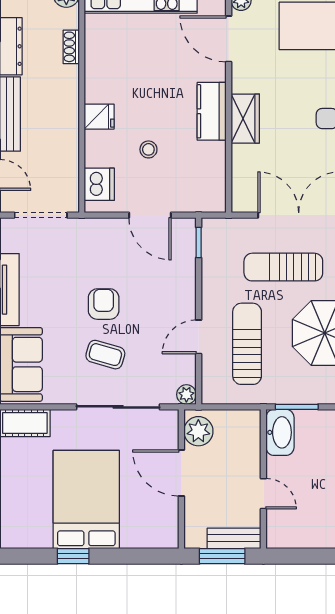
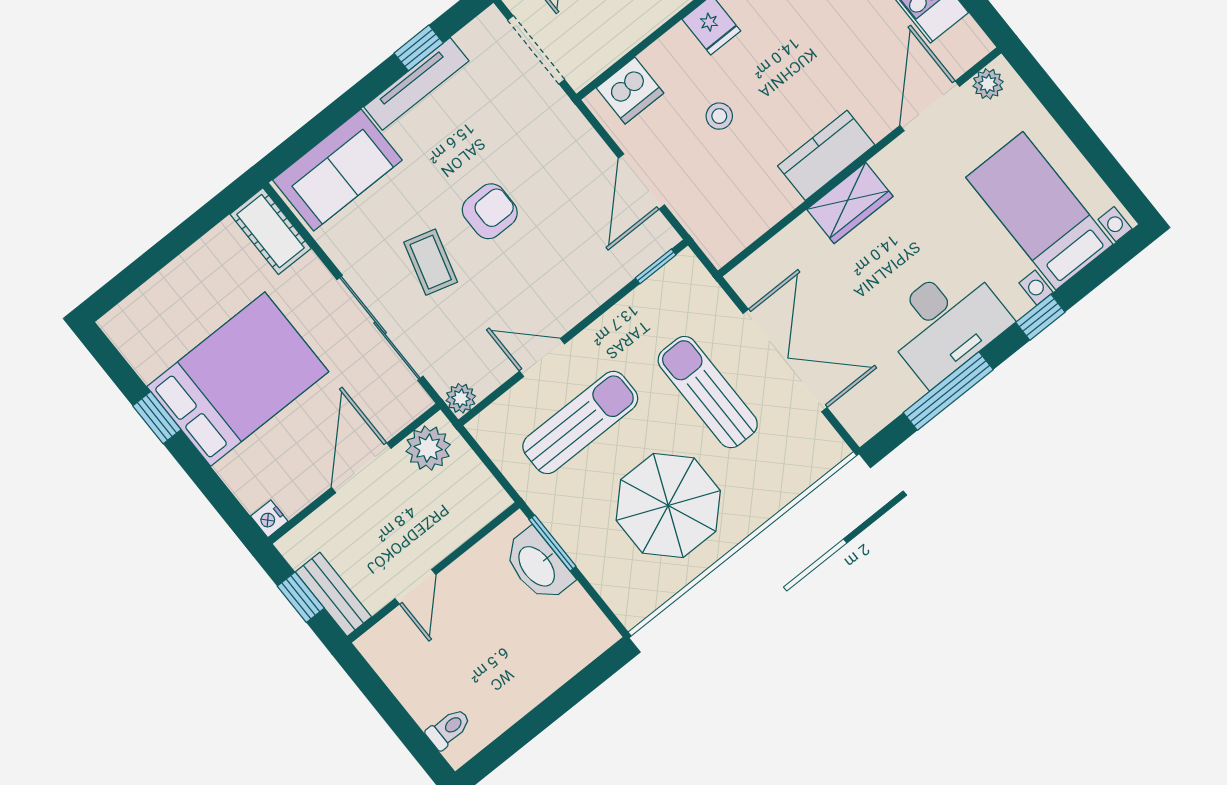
washbasin: (280, 432) -> (538, 566), moved, turned 90
nightstand: (170, 540) -> (269, 519), added
window: (222, 556) -> (301, 597), width x0.67

